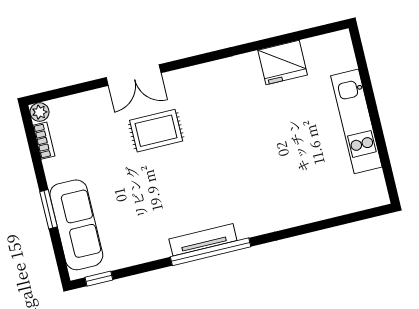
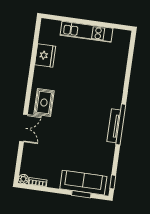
rug: (156, 131) -> (44, 102), moved
window: (49, 209) -> (81, 194), moved

